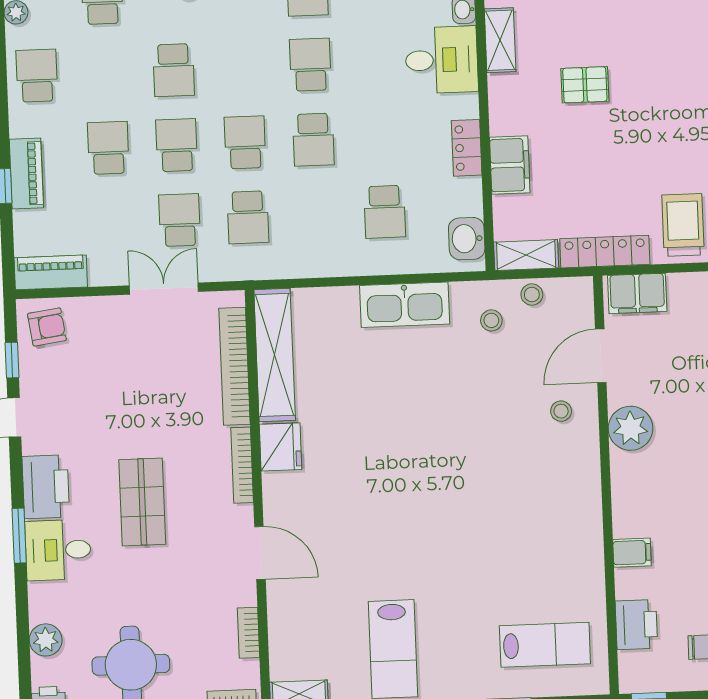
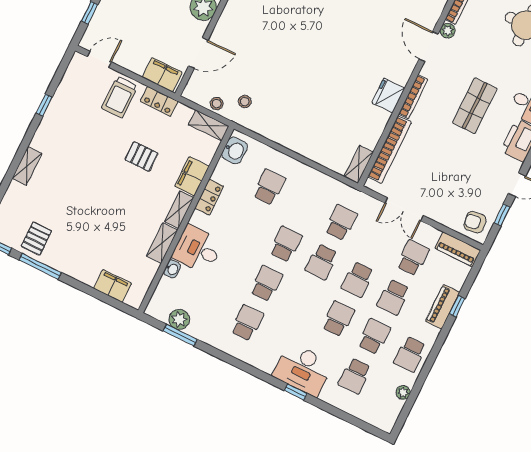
school desk: (310, 65) -> (266, 283), turned 180
school desk: (105, 73) -> (374, 336), added
pallet: (585, 85) -> (141, 156), moved
shelving: (502, 105) -> (179, 210), added
school desk: (180, 220) -> (413, 258), moved, turned 180
locker: (605, 252) -> (159, 101), width x0.66
kitchen sink: (405, 305) -> (285, 134), removed
shelving: (275, 355) -> (359, 164), width x0.45, depth x0.75
stool: (561, 411) -> (234, 36), removed
plant: (244, 593) -> (448, 31), added

